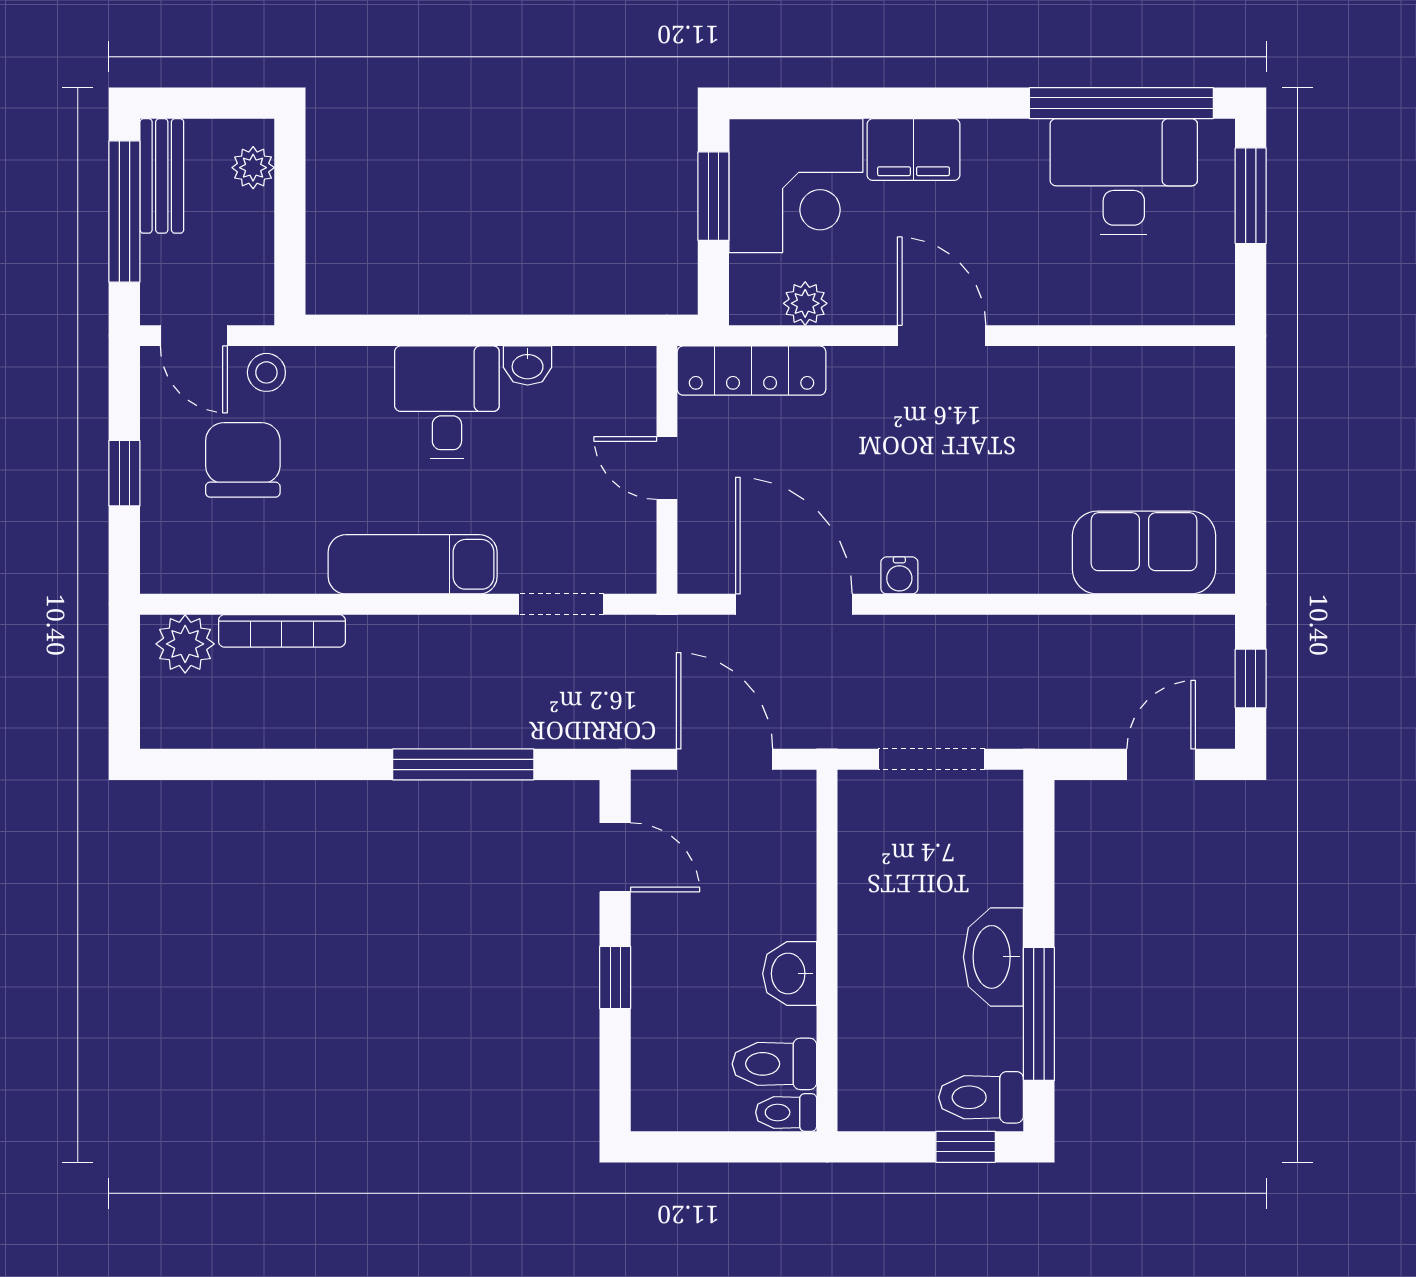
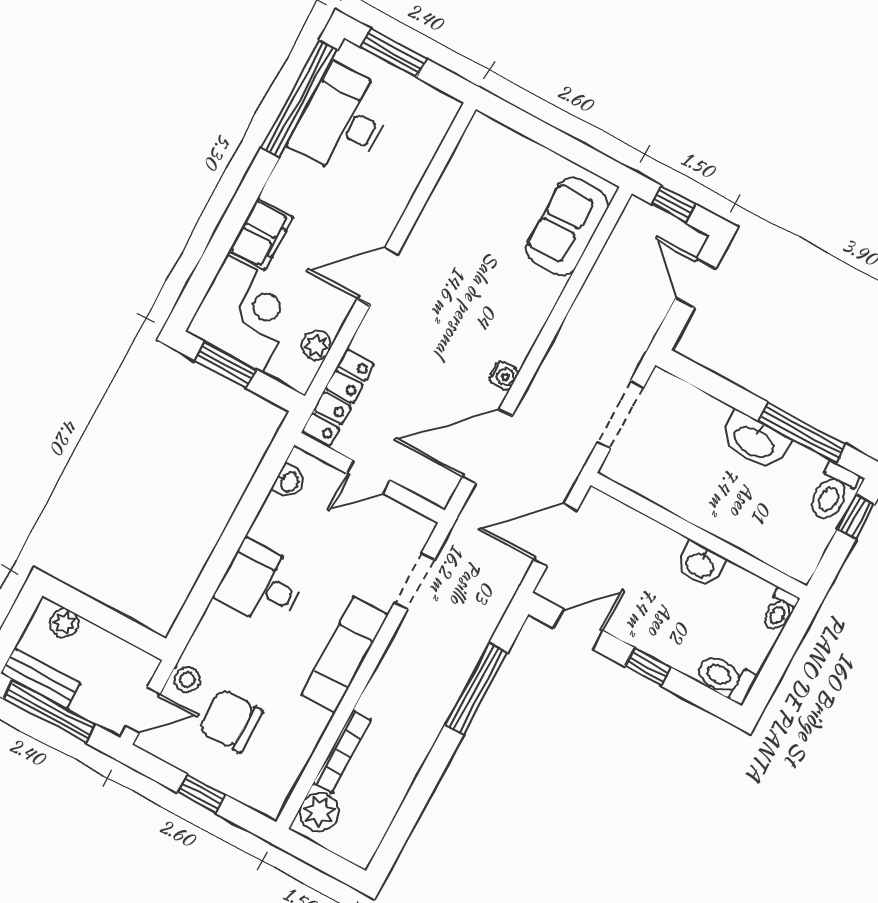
washbasin: (528, 366) -> (289, 482), moved
toilet: (774, 1064) -> (726, 678), moved, turned 90

